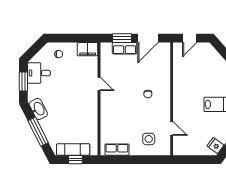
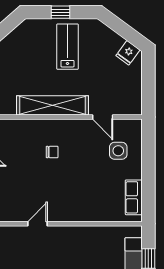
shelving: (180, 94) -> (52, 105), added
door: (172, 128) -> (103, 117), swing flipped

